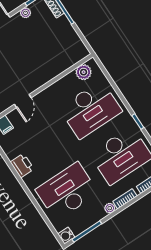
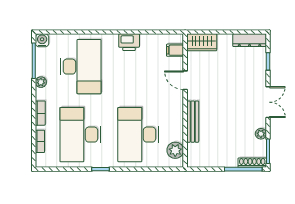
bench: (52, 73) -> (193, 122), added
plant: (110, 208) -> (41, 82), moved

